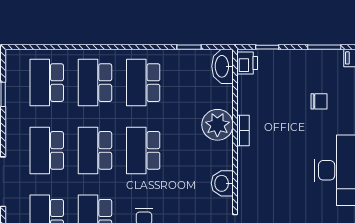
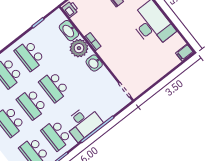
washbasin: (222, 66) -> (69, 31), moved
washbasin: (222, 183) -> (94, 63), moved

